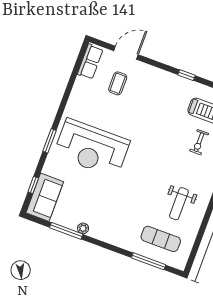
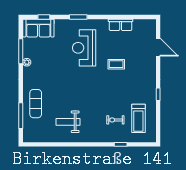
row of seats: (90, 62) -> (121, 25), moved
coffee table: (118, 83) -> (116, 64), moved
reception desk: (92, 148) -> (84, 48), width x0.74, depth x0.77
exercise mat: (161, 239) -> (36, 104), moved

